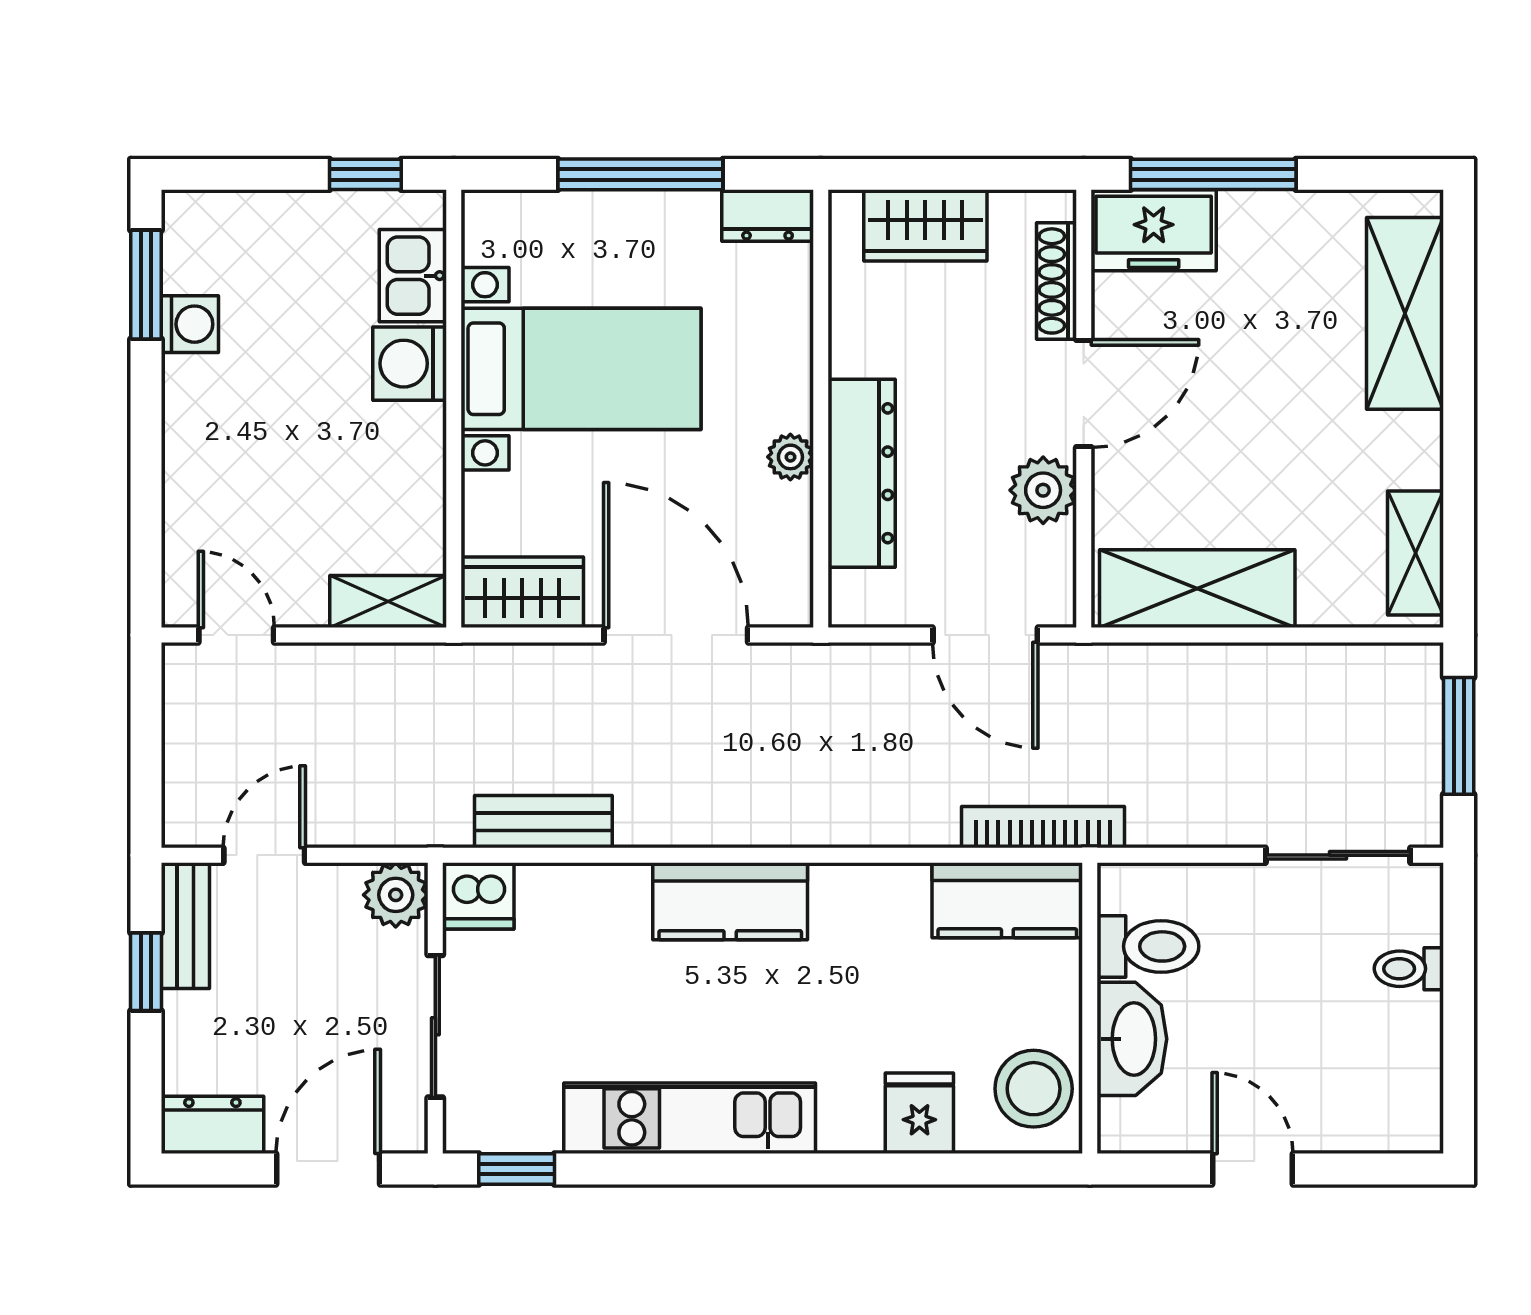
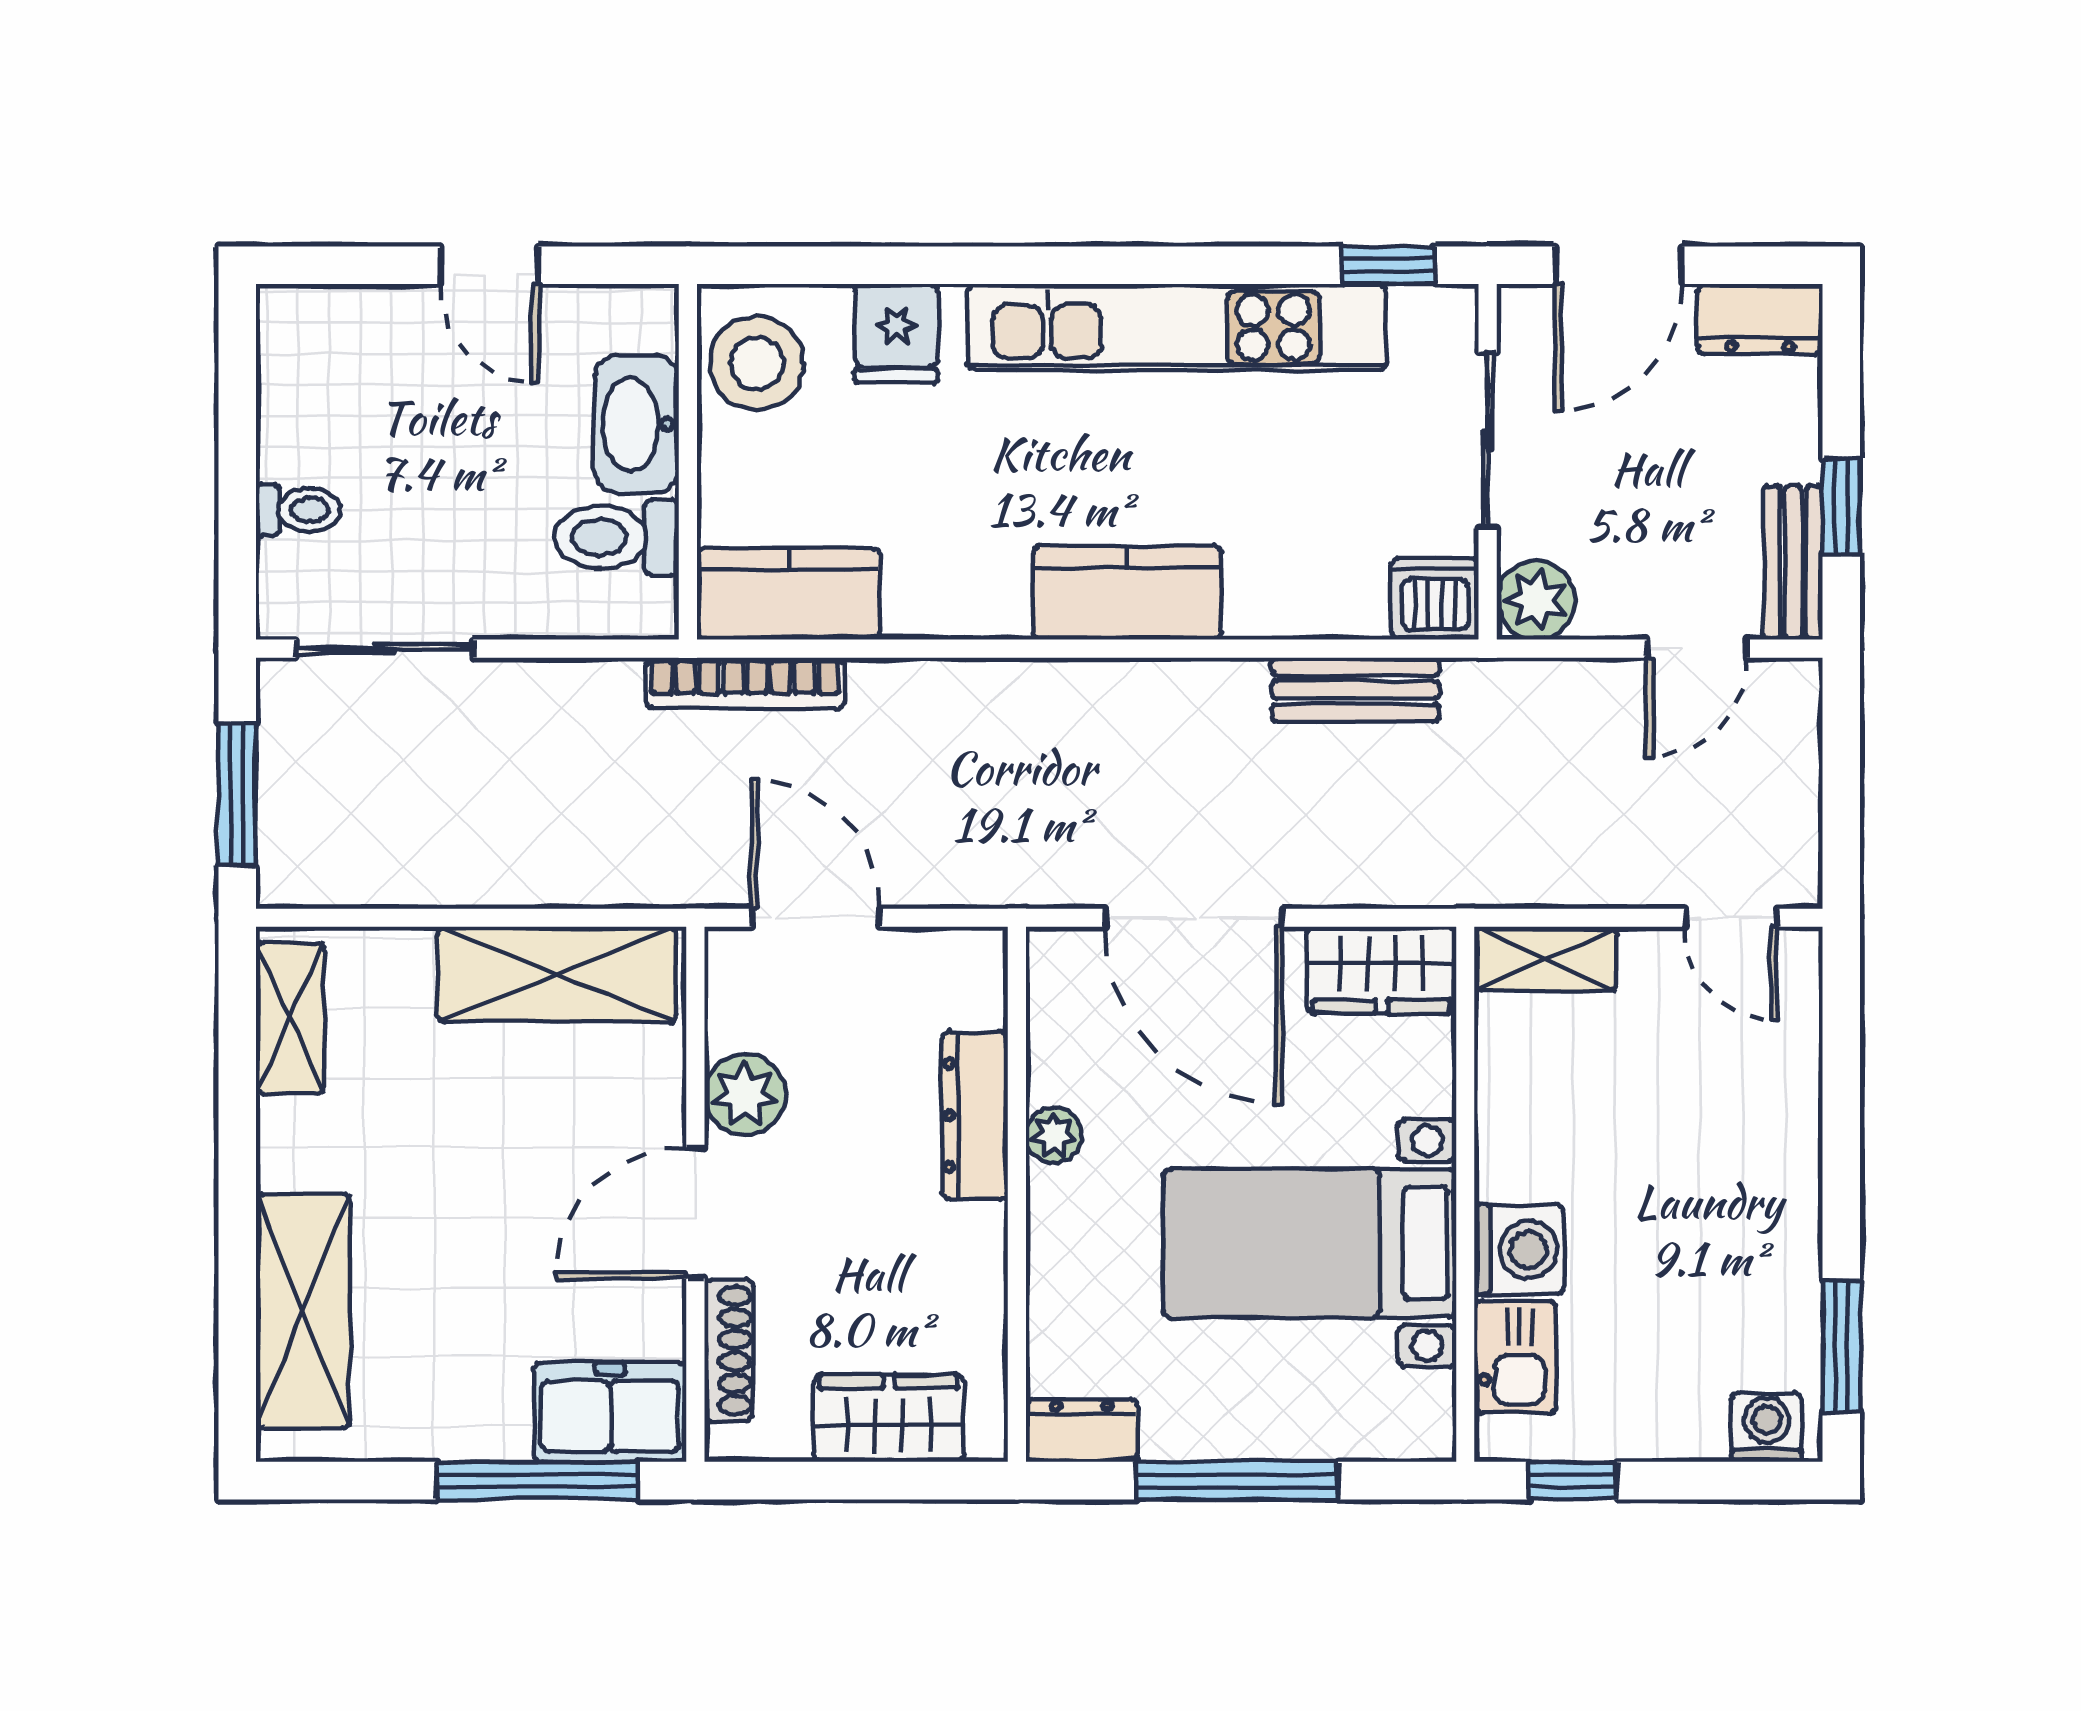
washing machine: (190, 324) -> (1767, 1427), moved, turned 90
dresser: (862, 473) -> (975, 1115), width x0.73, depth x0.80
kitchen unit: (690, 1118) -> (1177, 327), width x1.36

